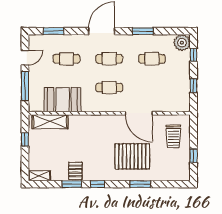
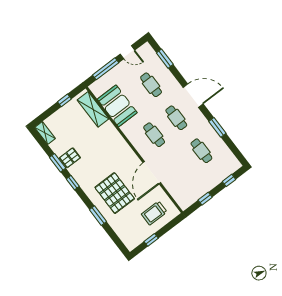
plant: (182, 43) -> (232, 164), removed

